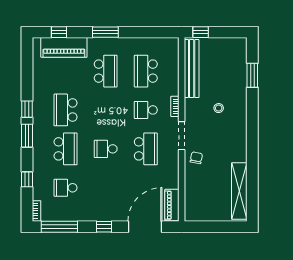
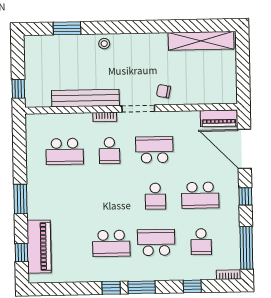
bench: (192, 69) -> (85, 98), moved
school desk: (106, 71) -> (200, 195), moved, turned 180
stool: (219, 108) -> (104, 44), moved

